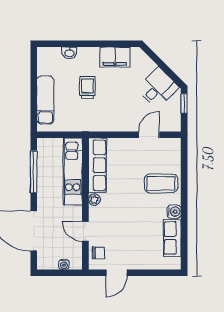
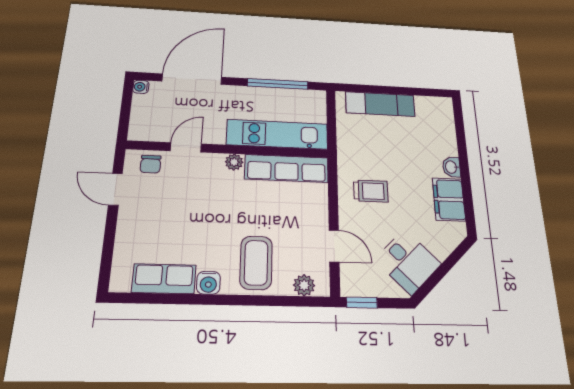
washbasin: (69, 53) -> (451, 167), moved
trolley: (87, 88) -> (371, 191), moved
window: (184, 104) -> (362, 303), moved
plant: (174, 154) -> (304, 285), added
water cooler: (64, 264) -> (141, 87), moved

